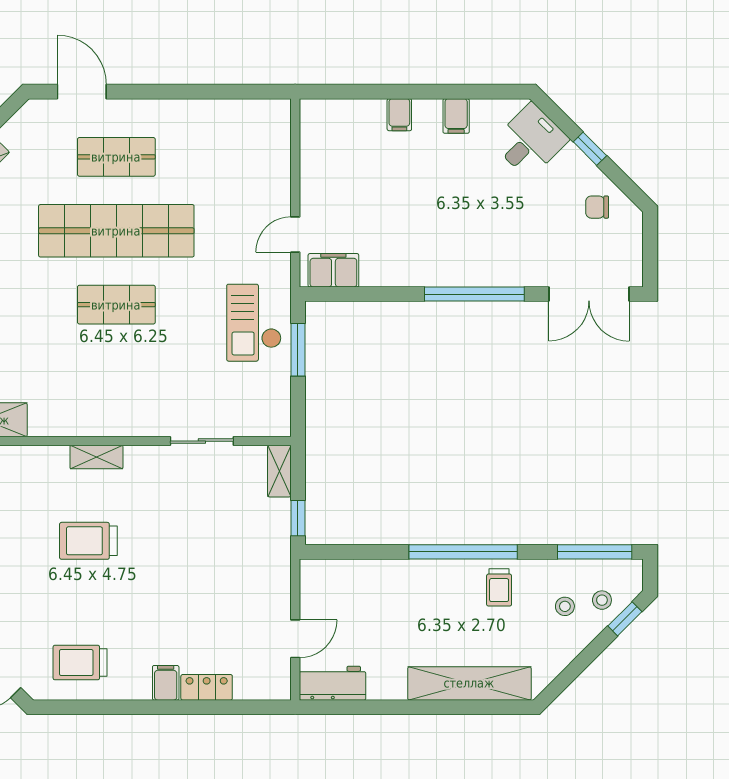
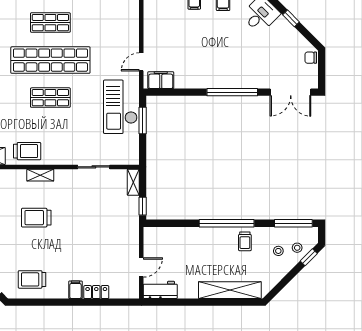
chair: (597, 207) -> (311, 58), moved
checkout: (254, 323) -> (120, 107), width x1.36, depth x1.21
trolley: (70, 410) -> (27, 151), added

